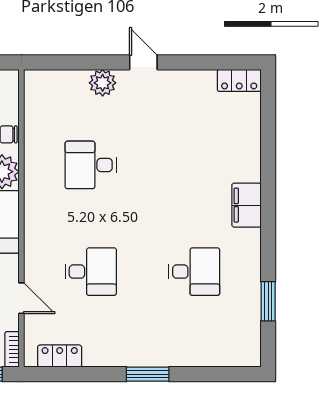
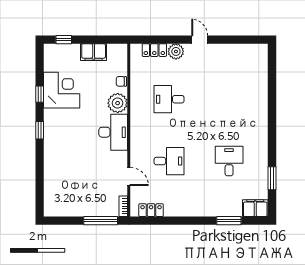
locker: (239, 80) -> (154, 50), moved
filing cabinet: (246, 205) -> (255, 208), moved, turned 90
desk: (194, 272) -> (229, 161), turned -90
window: (148, 374) -> (229, 221), moved

